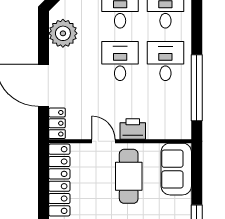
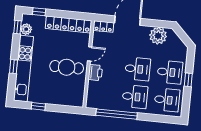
sofa: (176, 169) -> (68, 97), removed

